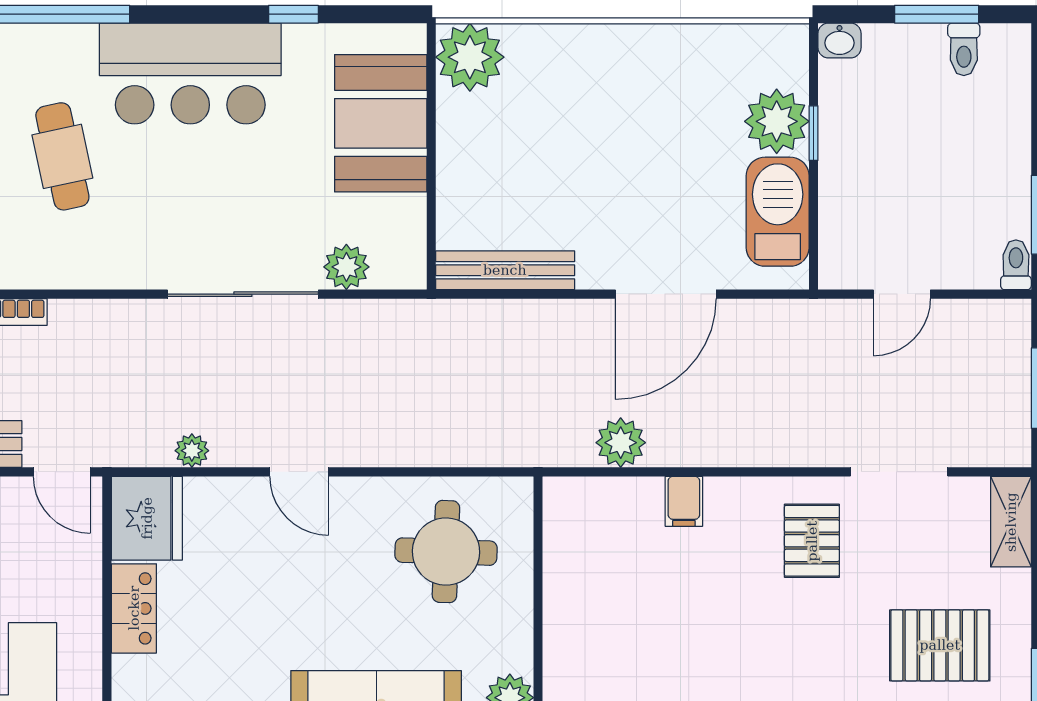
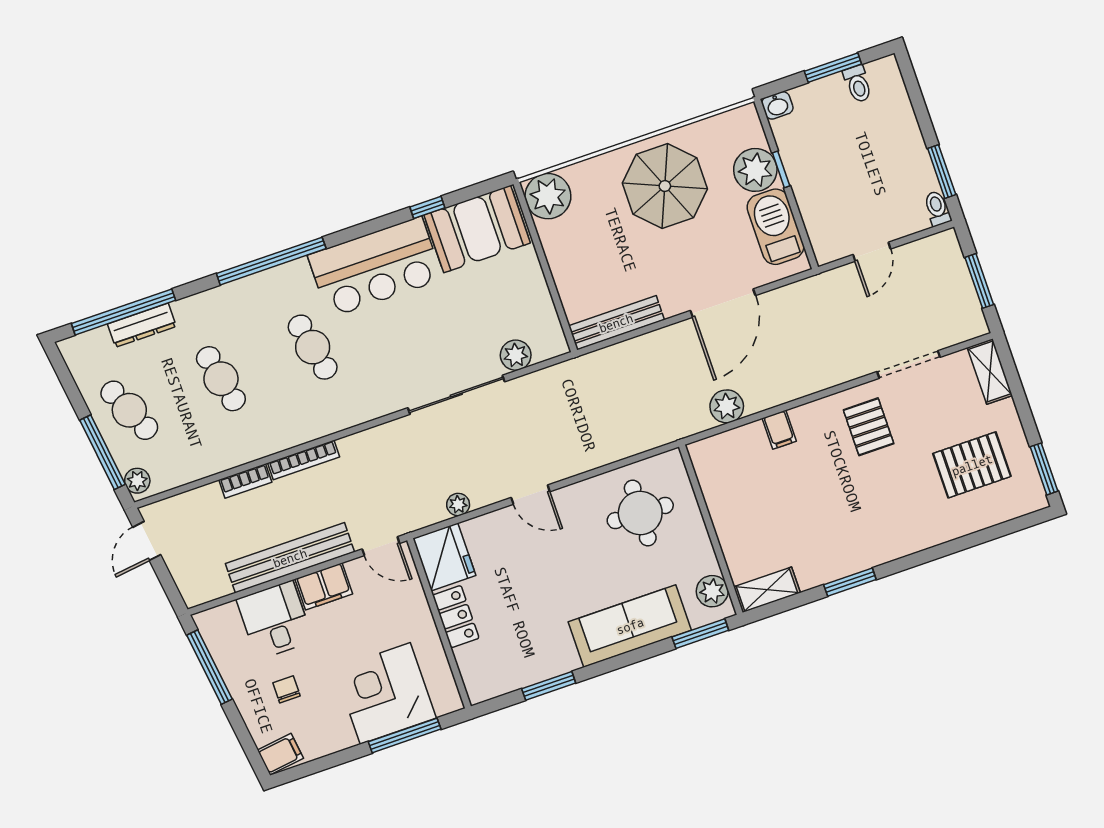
parasol: (641, 100) -> (665, 186), added
booth: (381, 123) -> (477, 229), moved, turned 90

